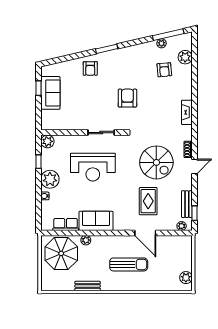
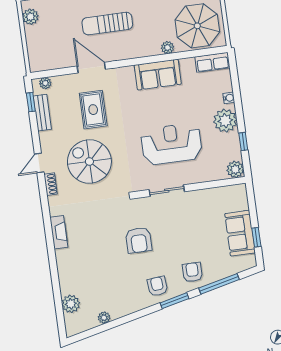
window: (168, 35) -> (219, 284), moved
armchair: (164, 70) -> (157, 286), moved
row of seats: (66, 224) -> (212, 62), moved

